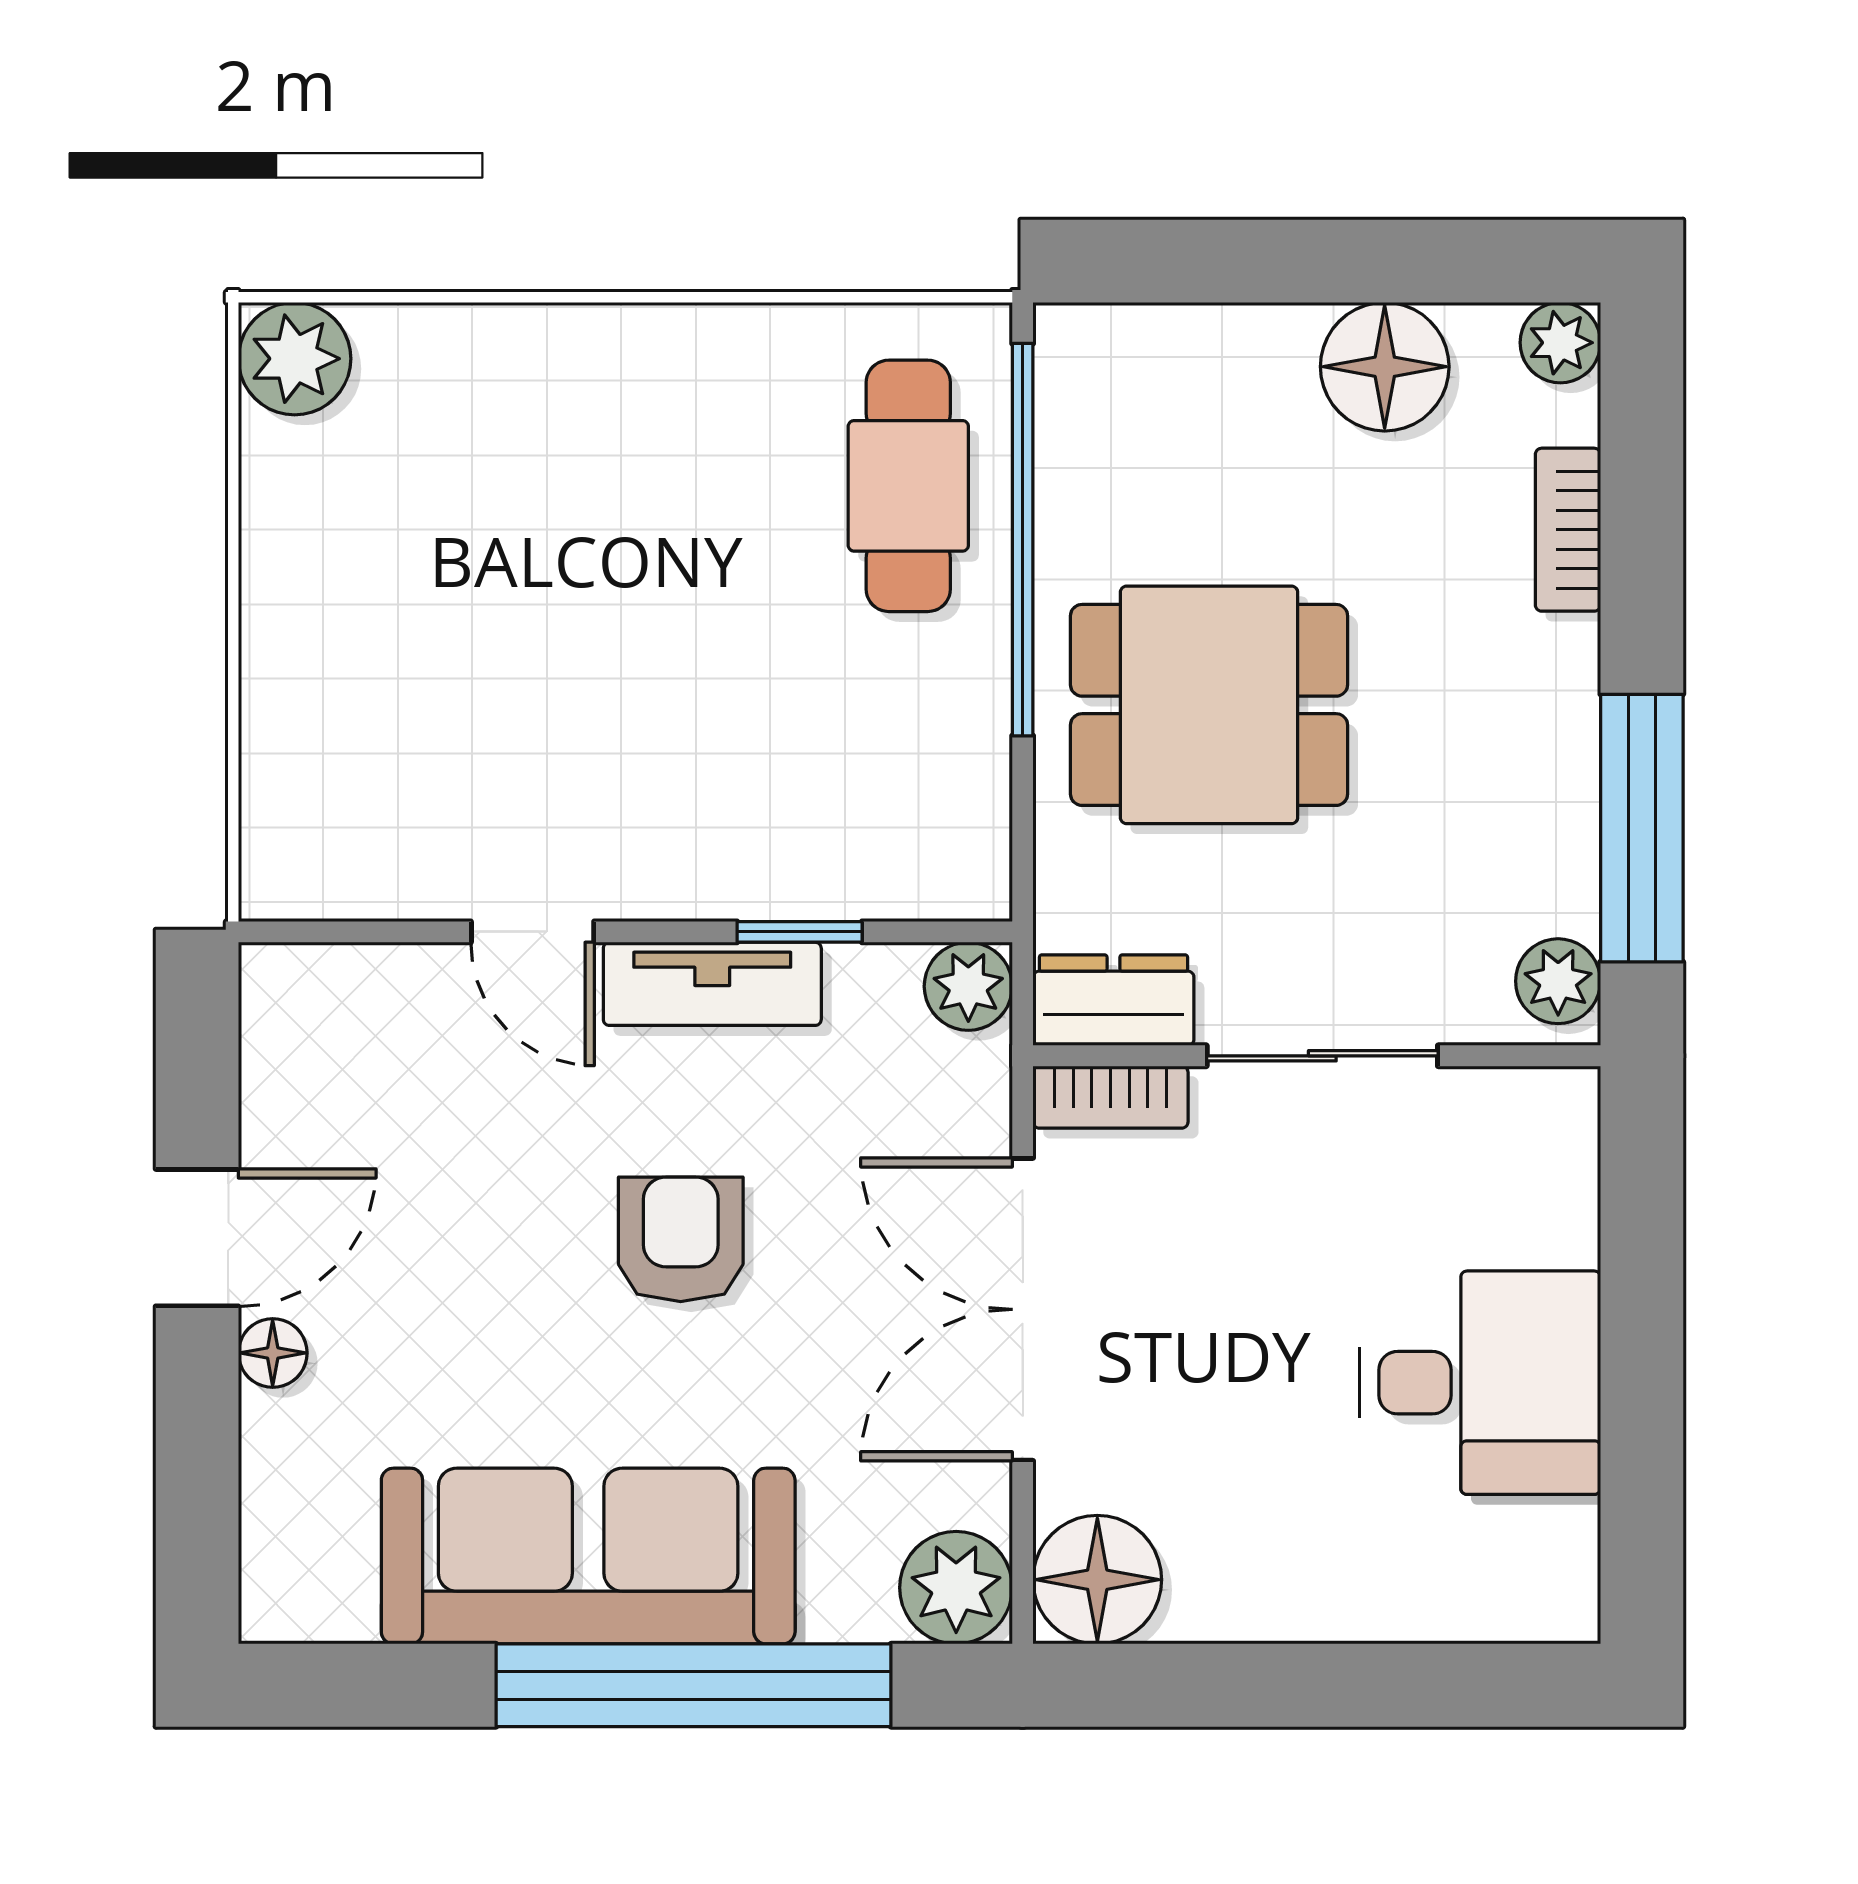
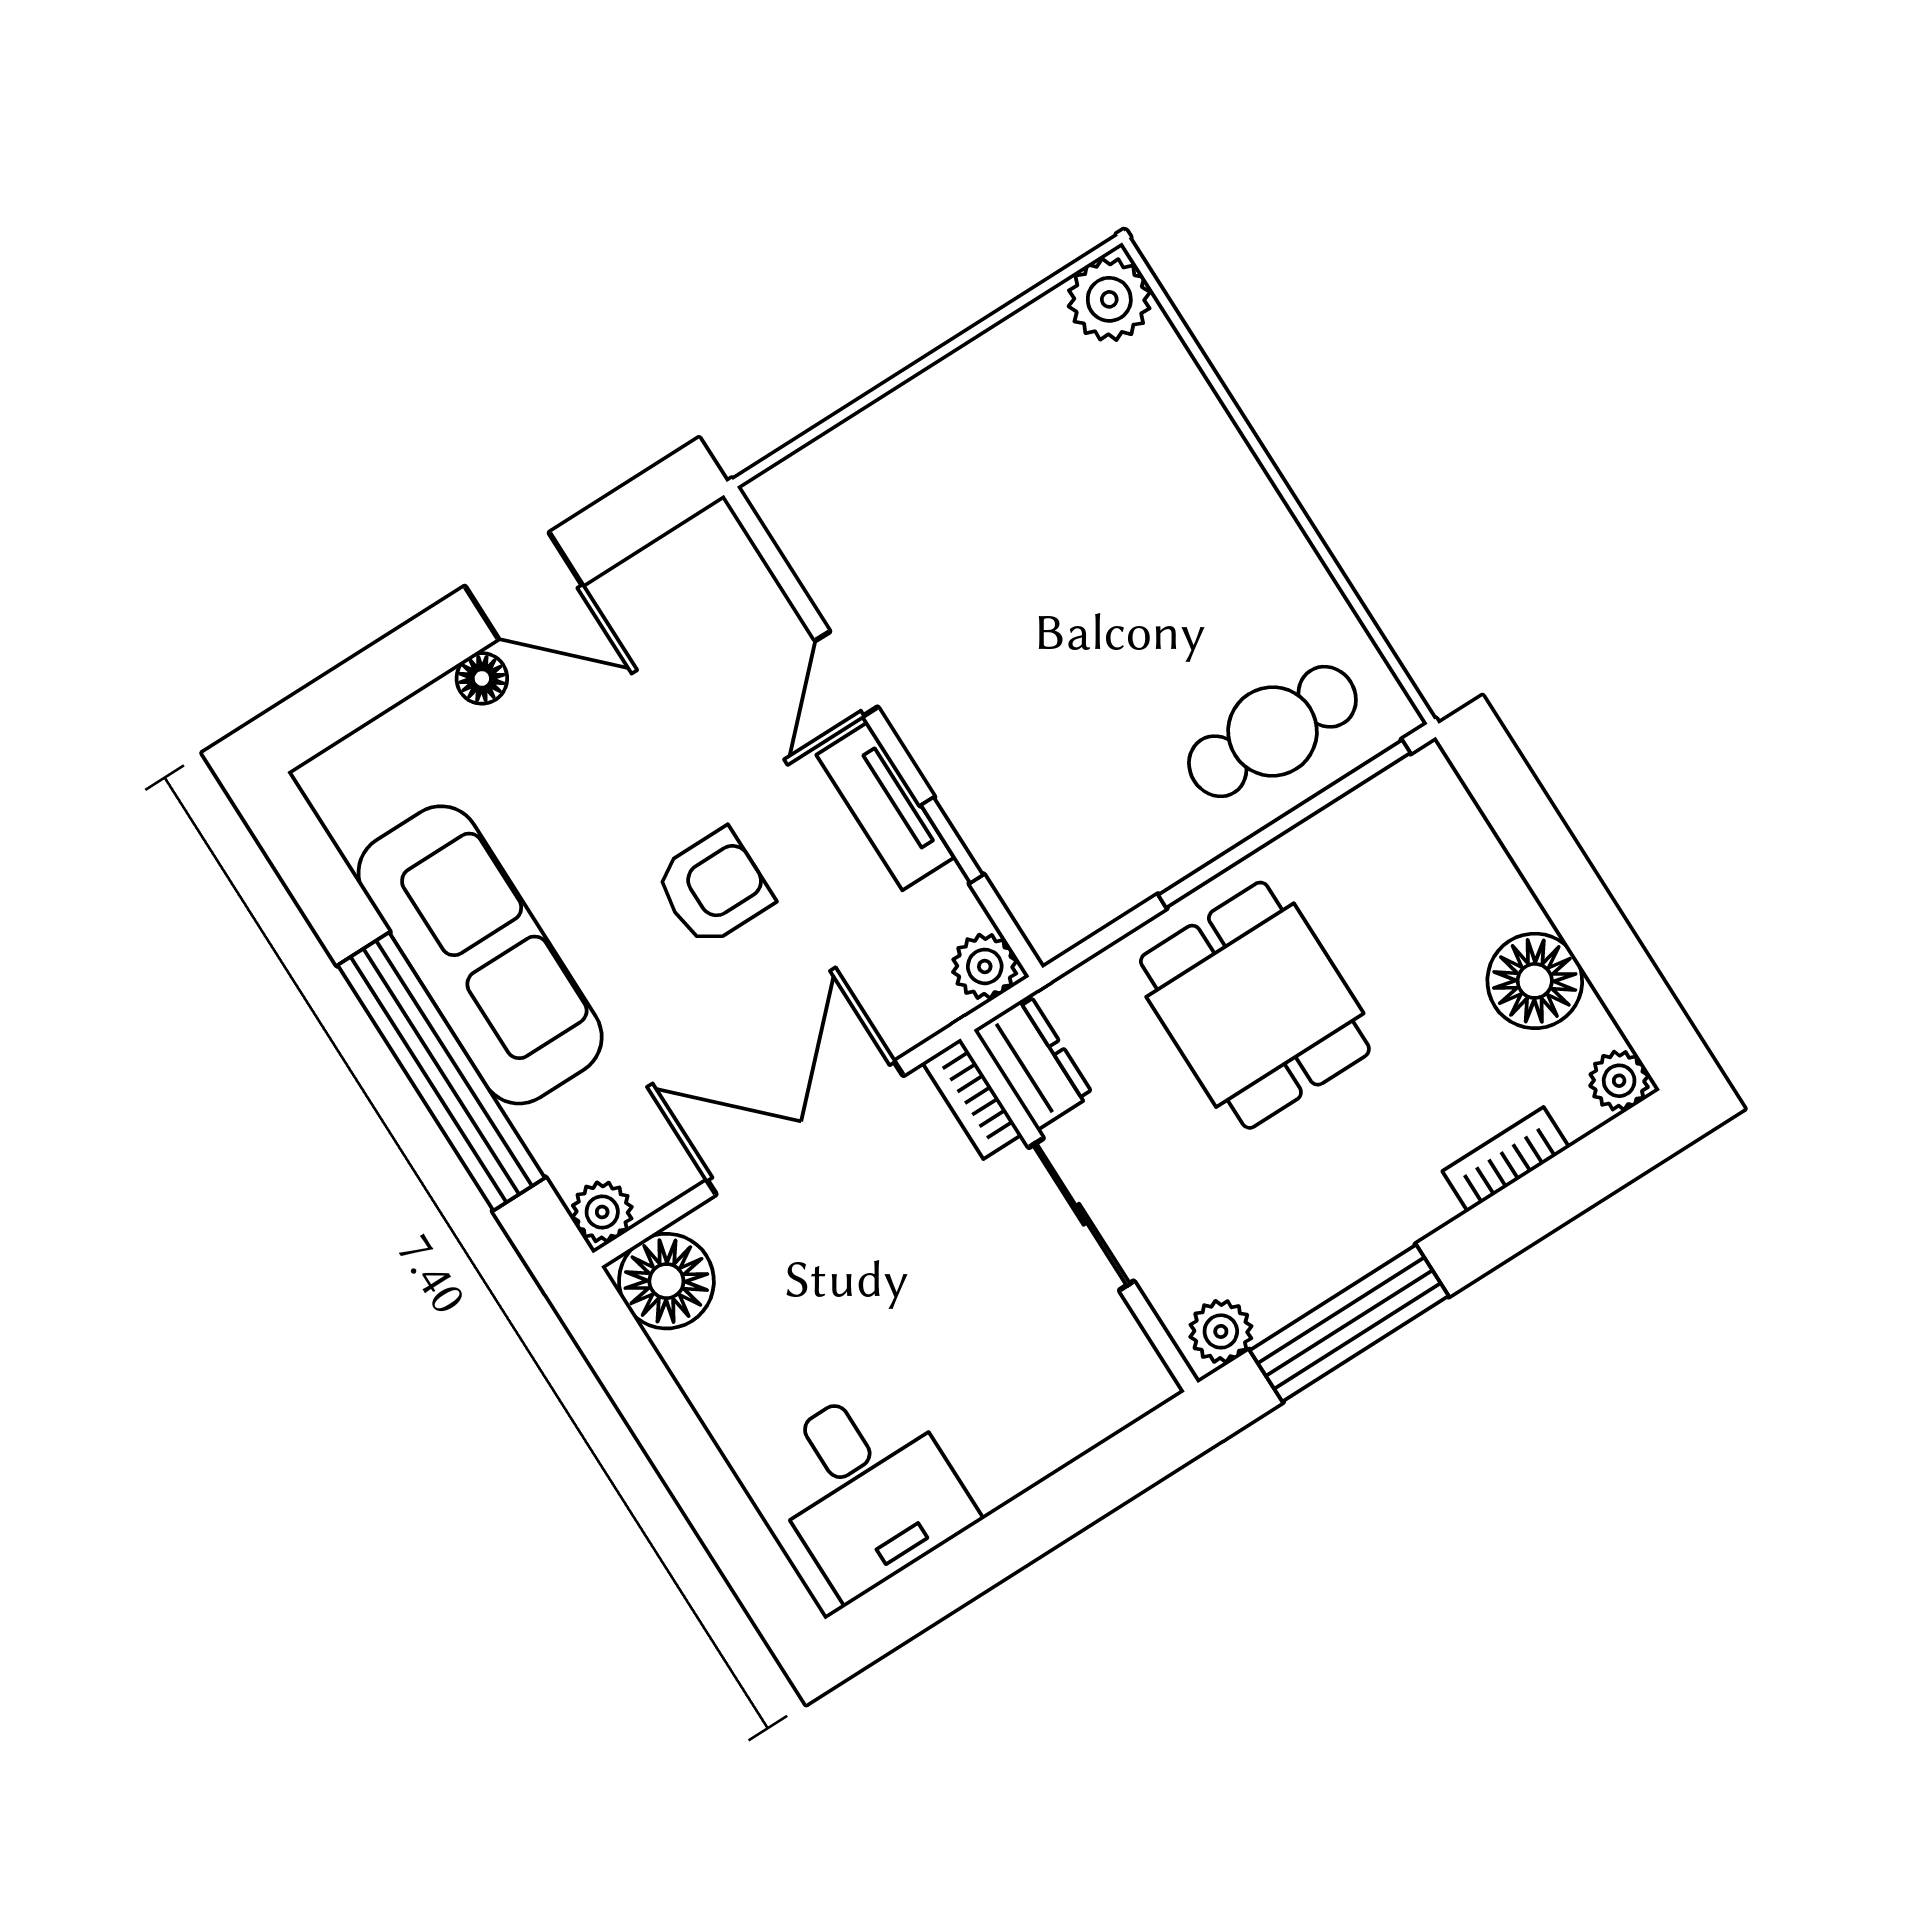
desk: (1480, 1383) -> (867, 1488), moved
plant: (956, 1588) -> (602, 1212), width x0.73, depth x0.73

